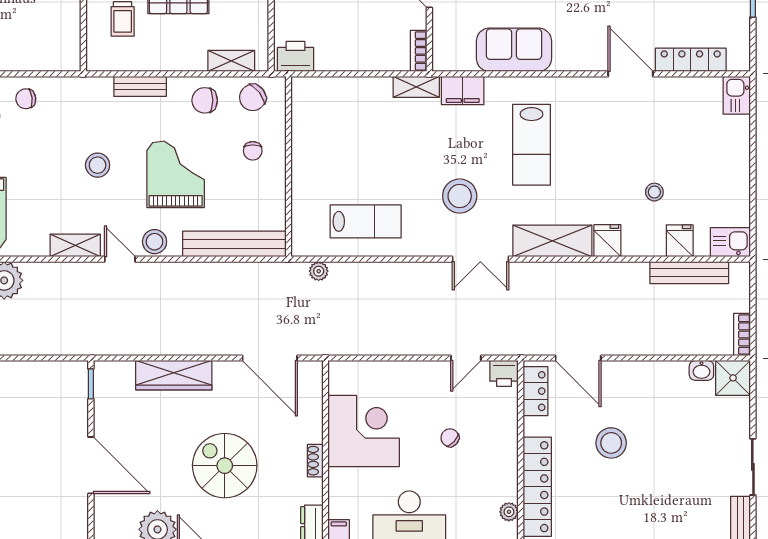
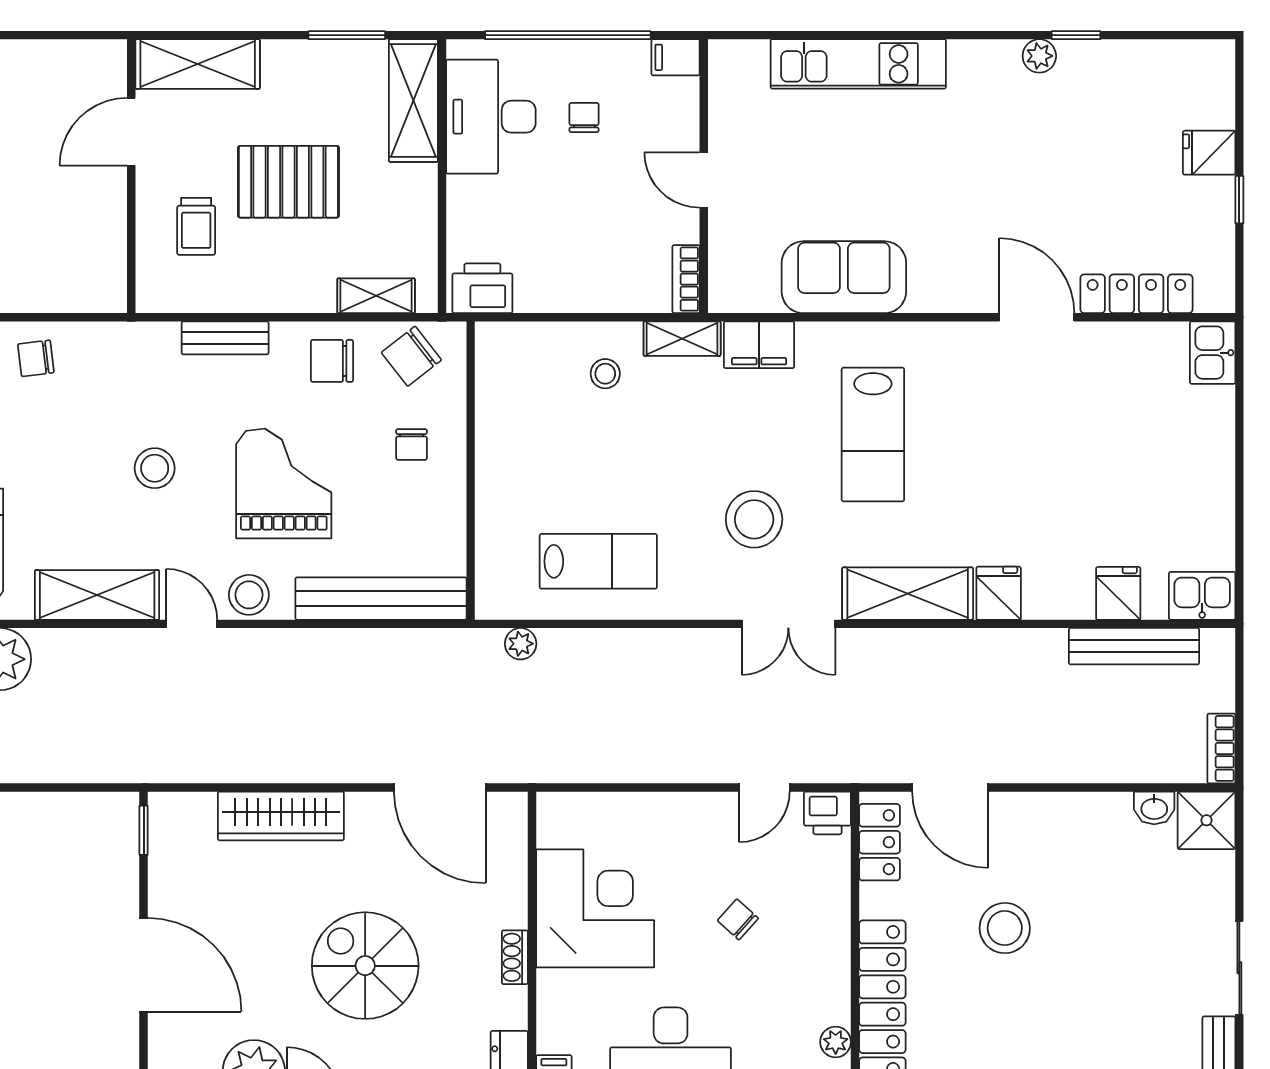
stool: (654, 192) -> (605, 374), moved
shelving: (75, 245) -> (97, 595), width x1.50, depth x1.33

